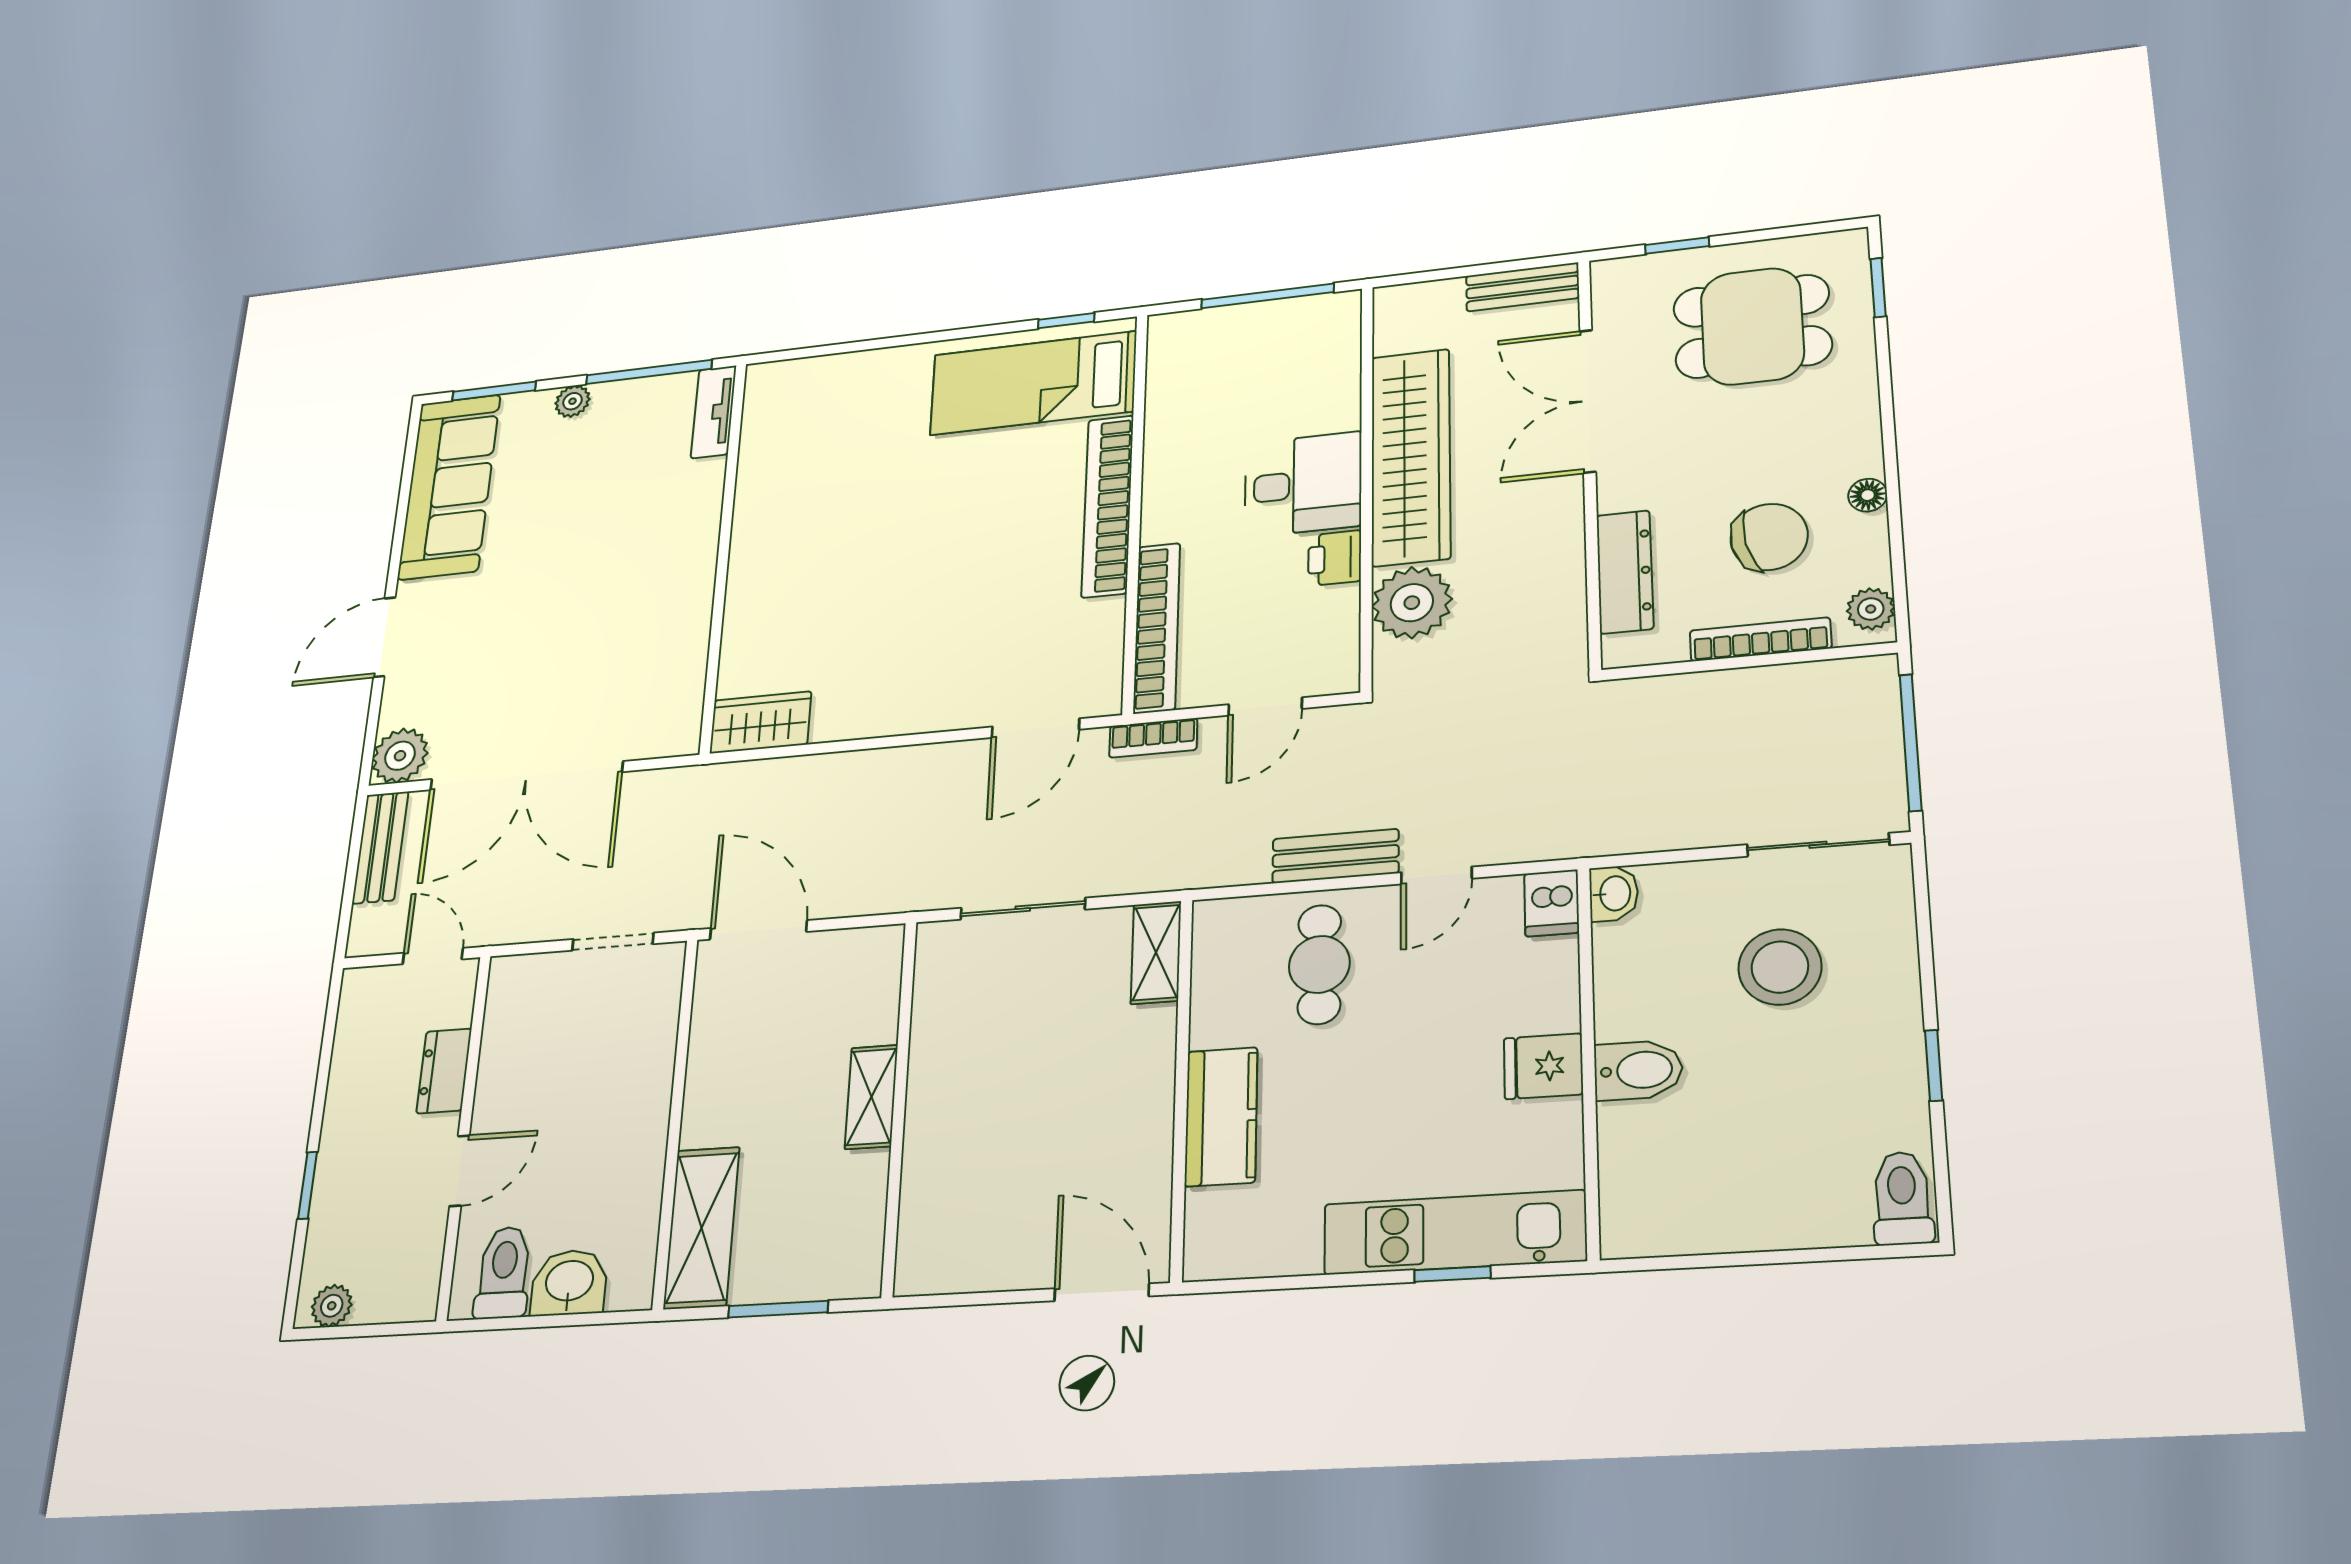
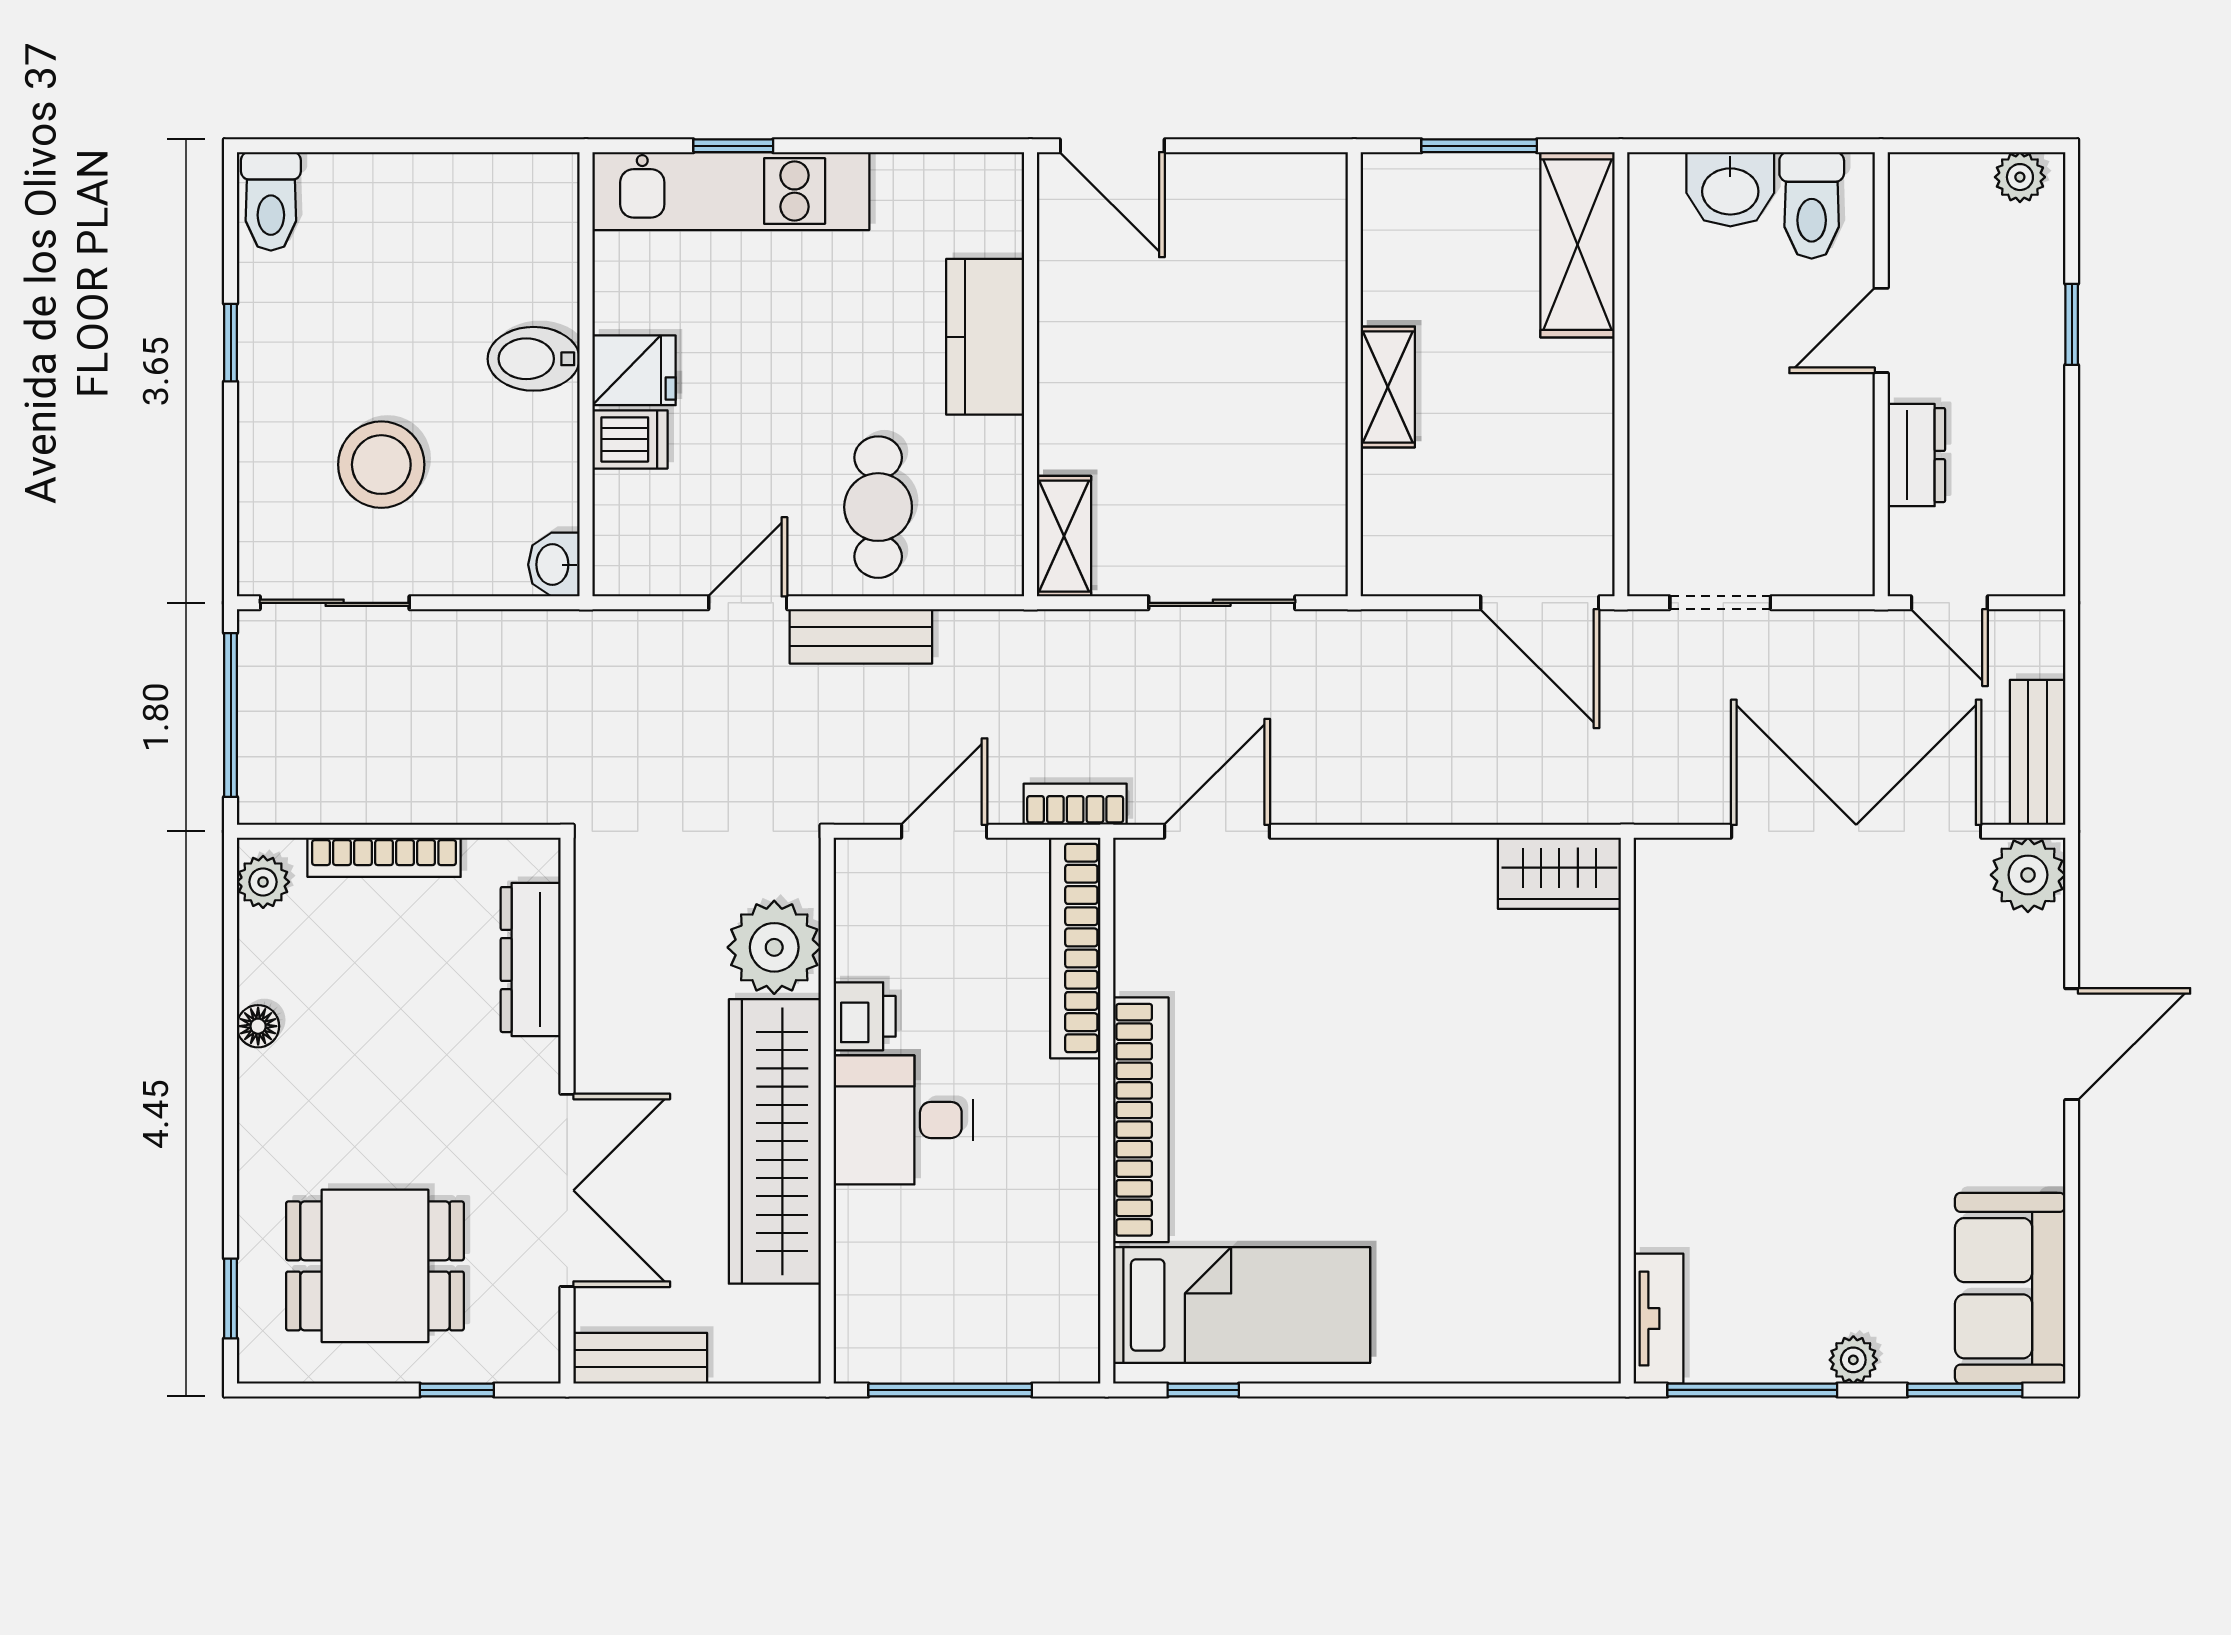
sofa: (449, 487) -> (2010, 1288), width x0.73
chair: (1769, 537) -> (369, 986), removed
dishwasher: (1552, 903) -> (630, 439), moved, turned 90

